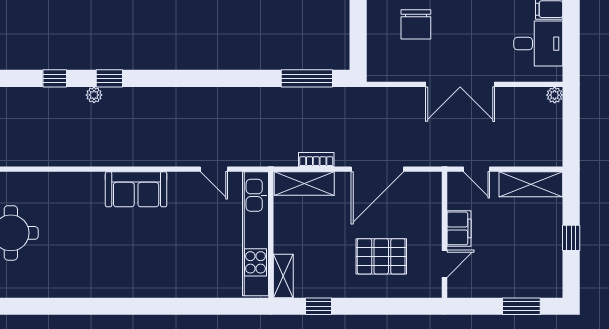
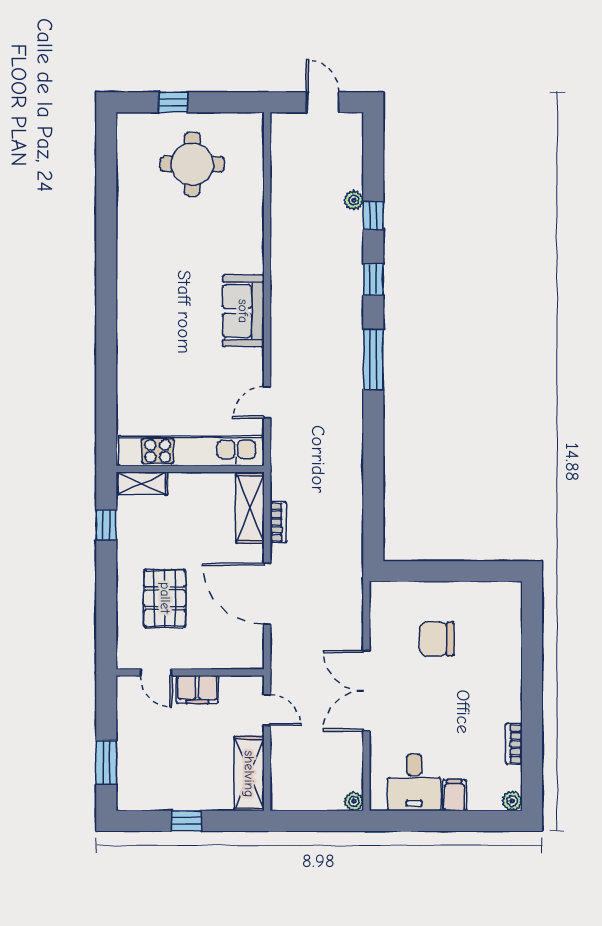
window: (307, 78) -> (373, 360), moved
plant: (94, 95) -> (354, 200), moved
door: (477, 169) -> (267, 710), swing flipped

